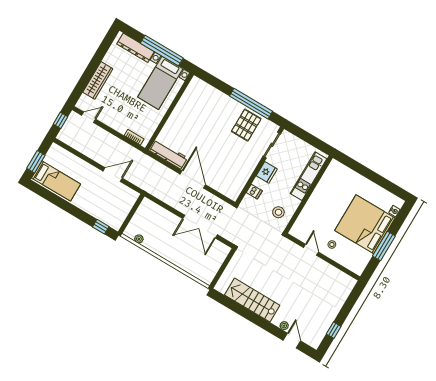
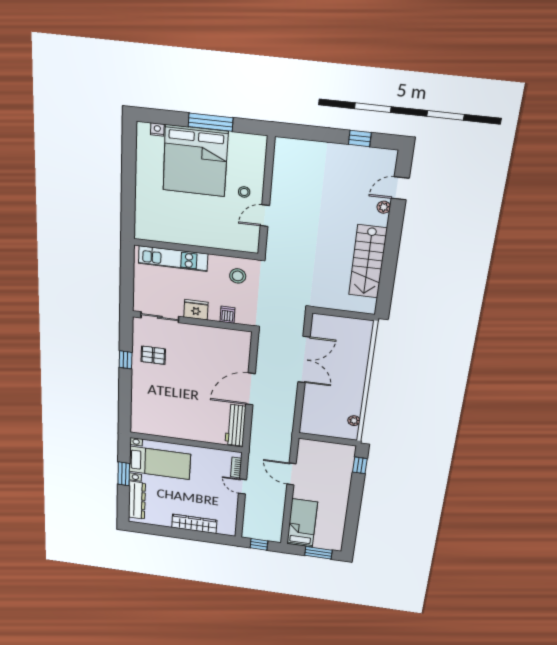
window: (162, 51) -> (124, 474), width x0.47
window: (251, 104) -> (126, 360), width x0.32
door: (89, 117) -> (243, 487), moved
pallet: (246, 125) -> (153, 355), width x0.67, depth x0.71
bed: (56, 181) -> (302, 523), moved

